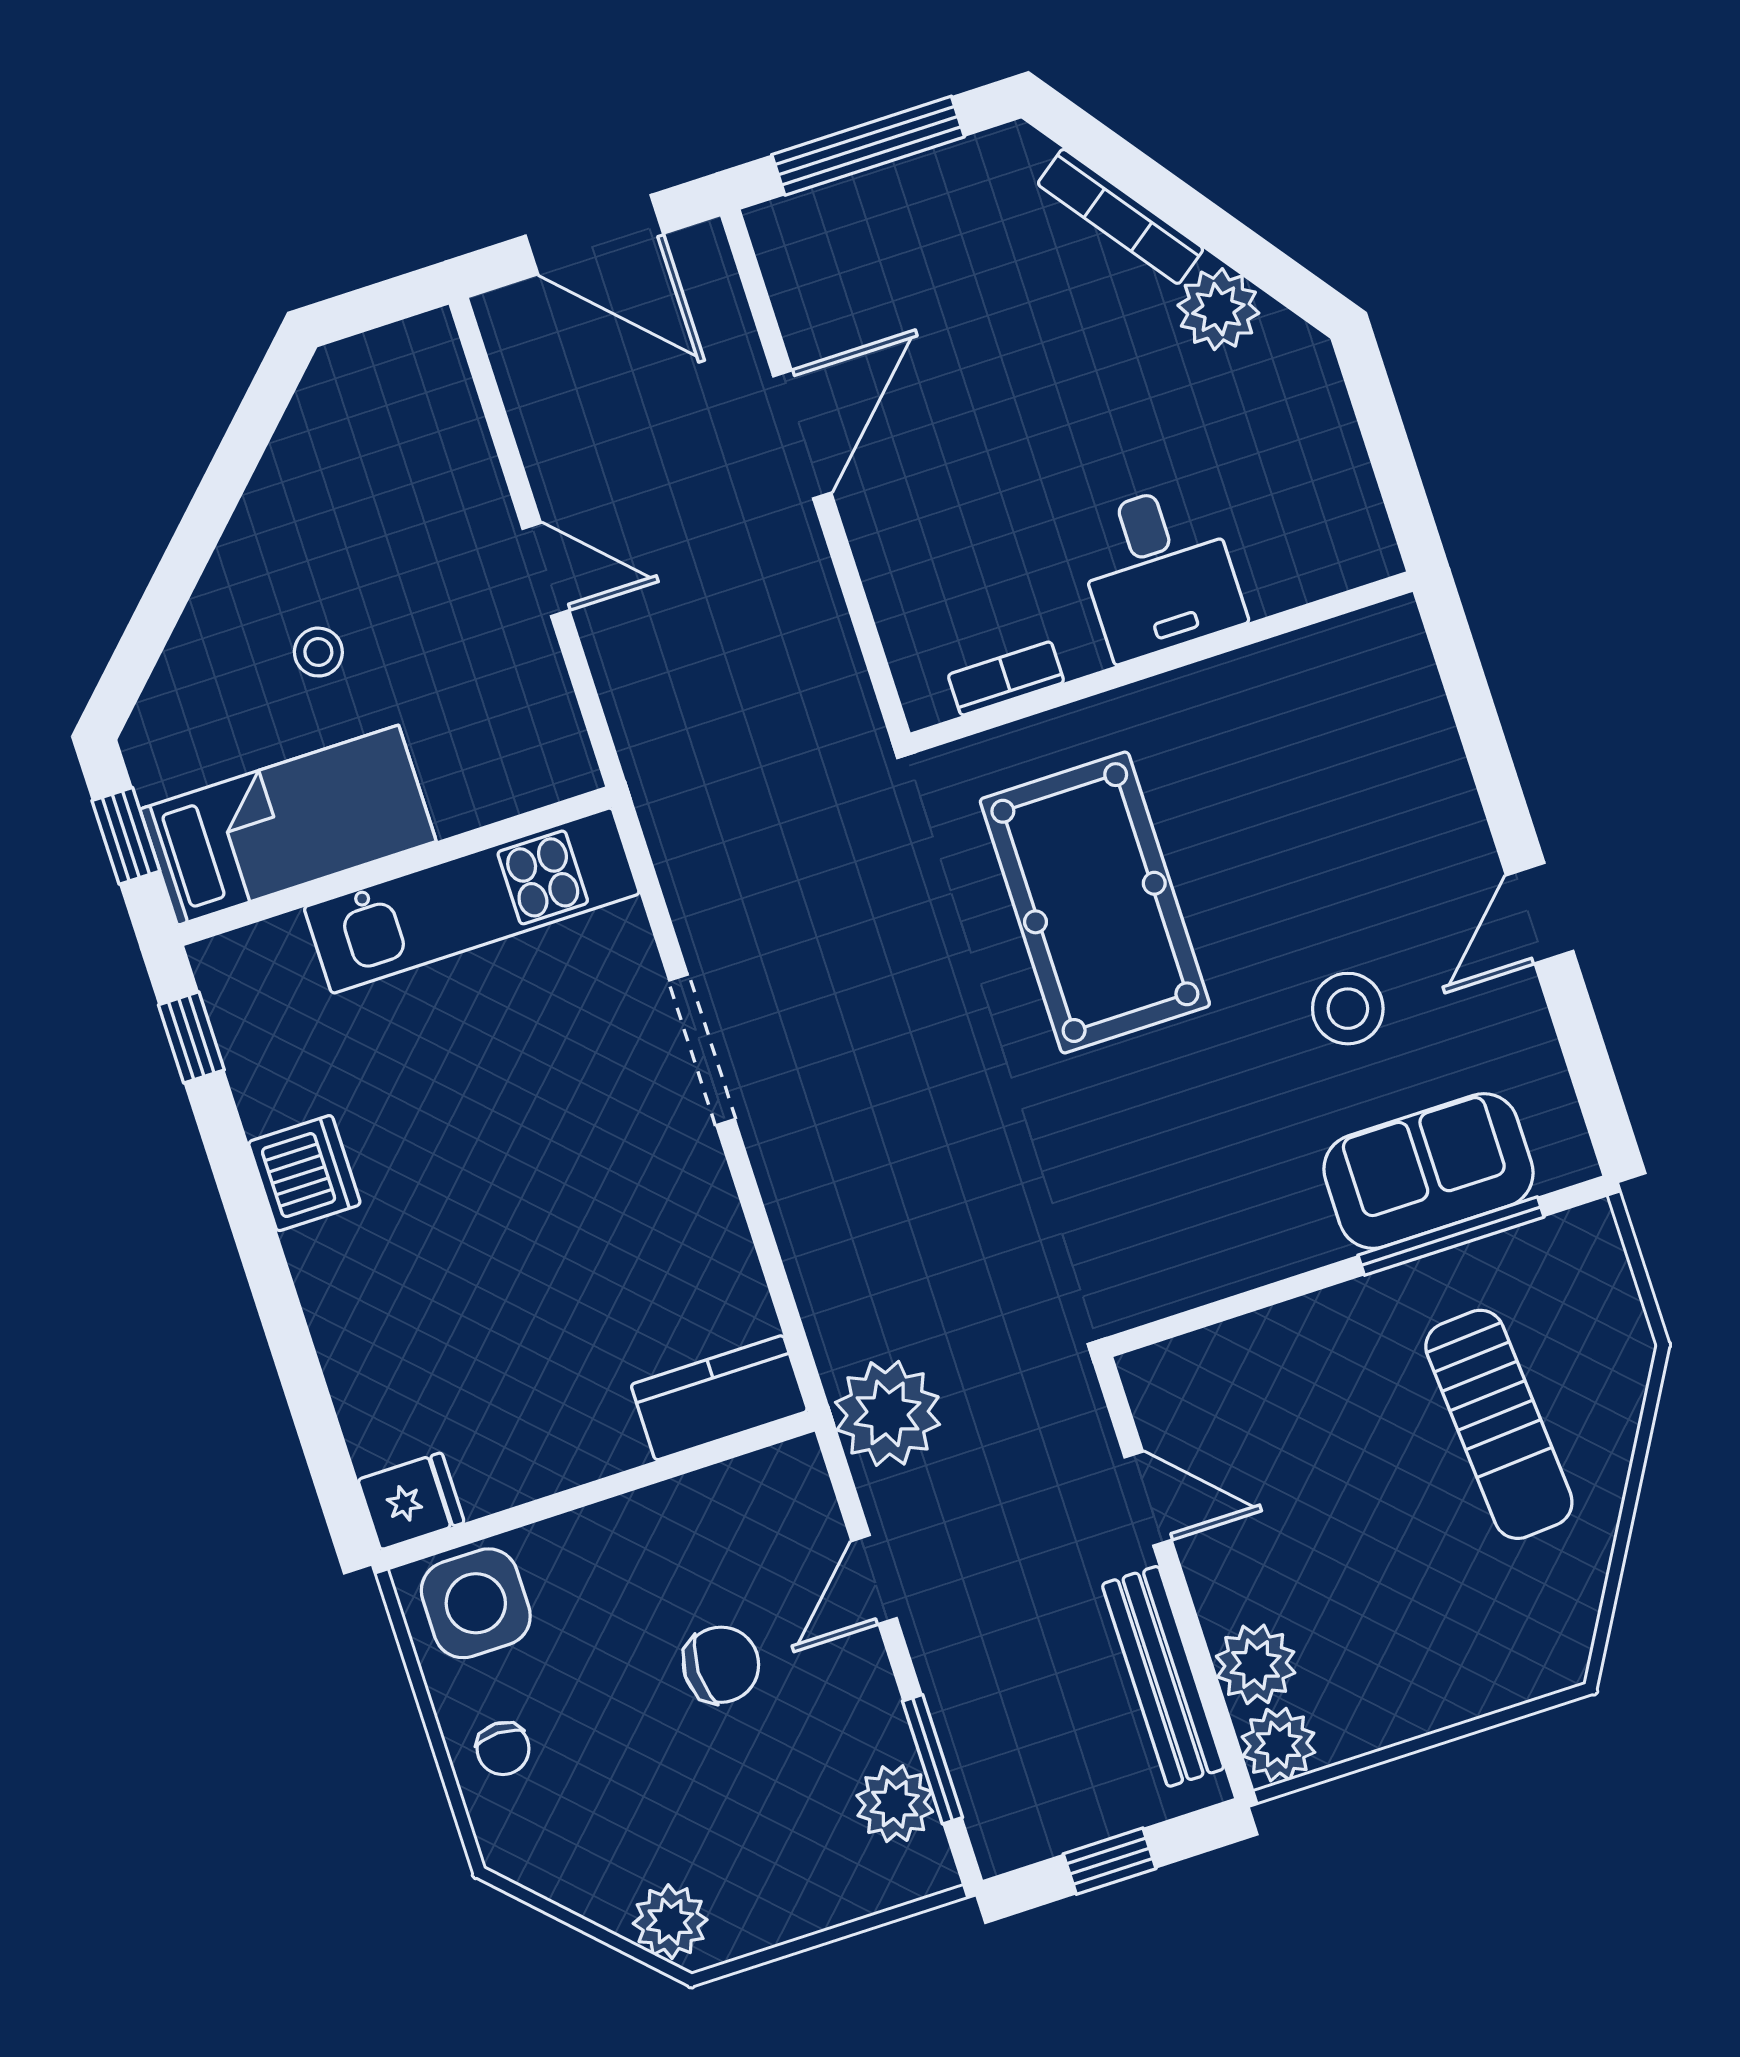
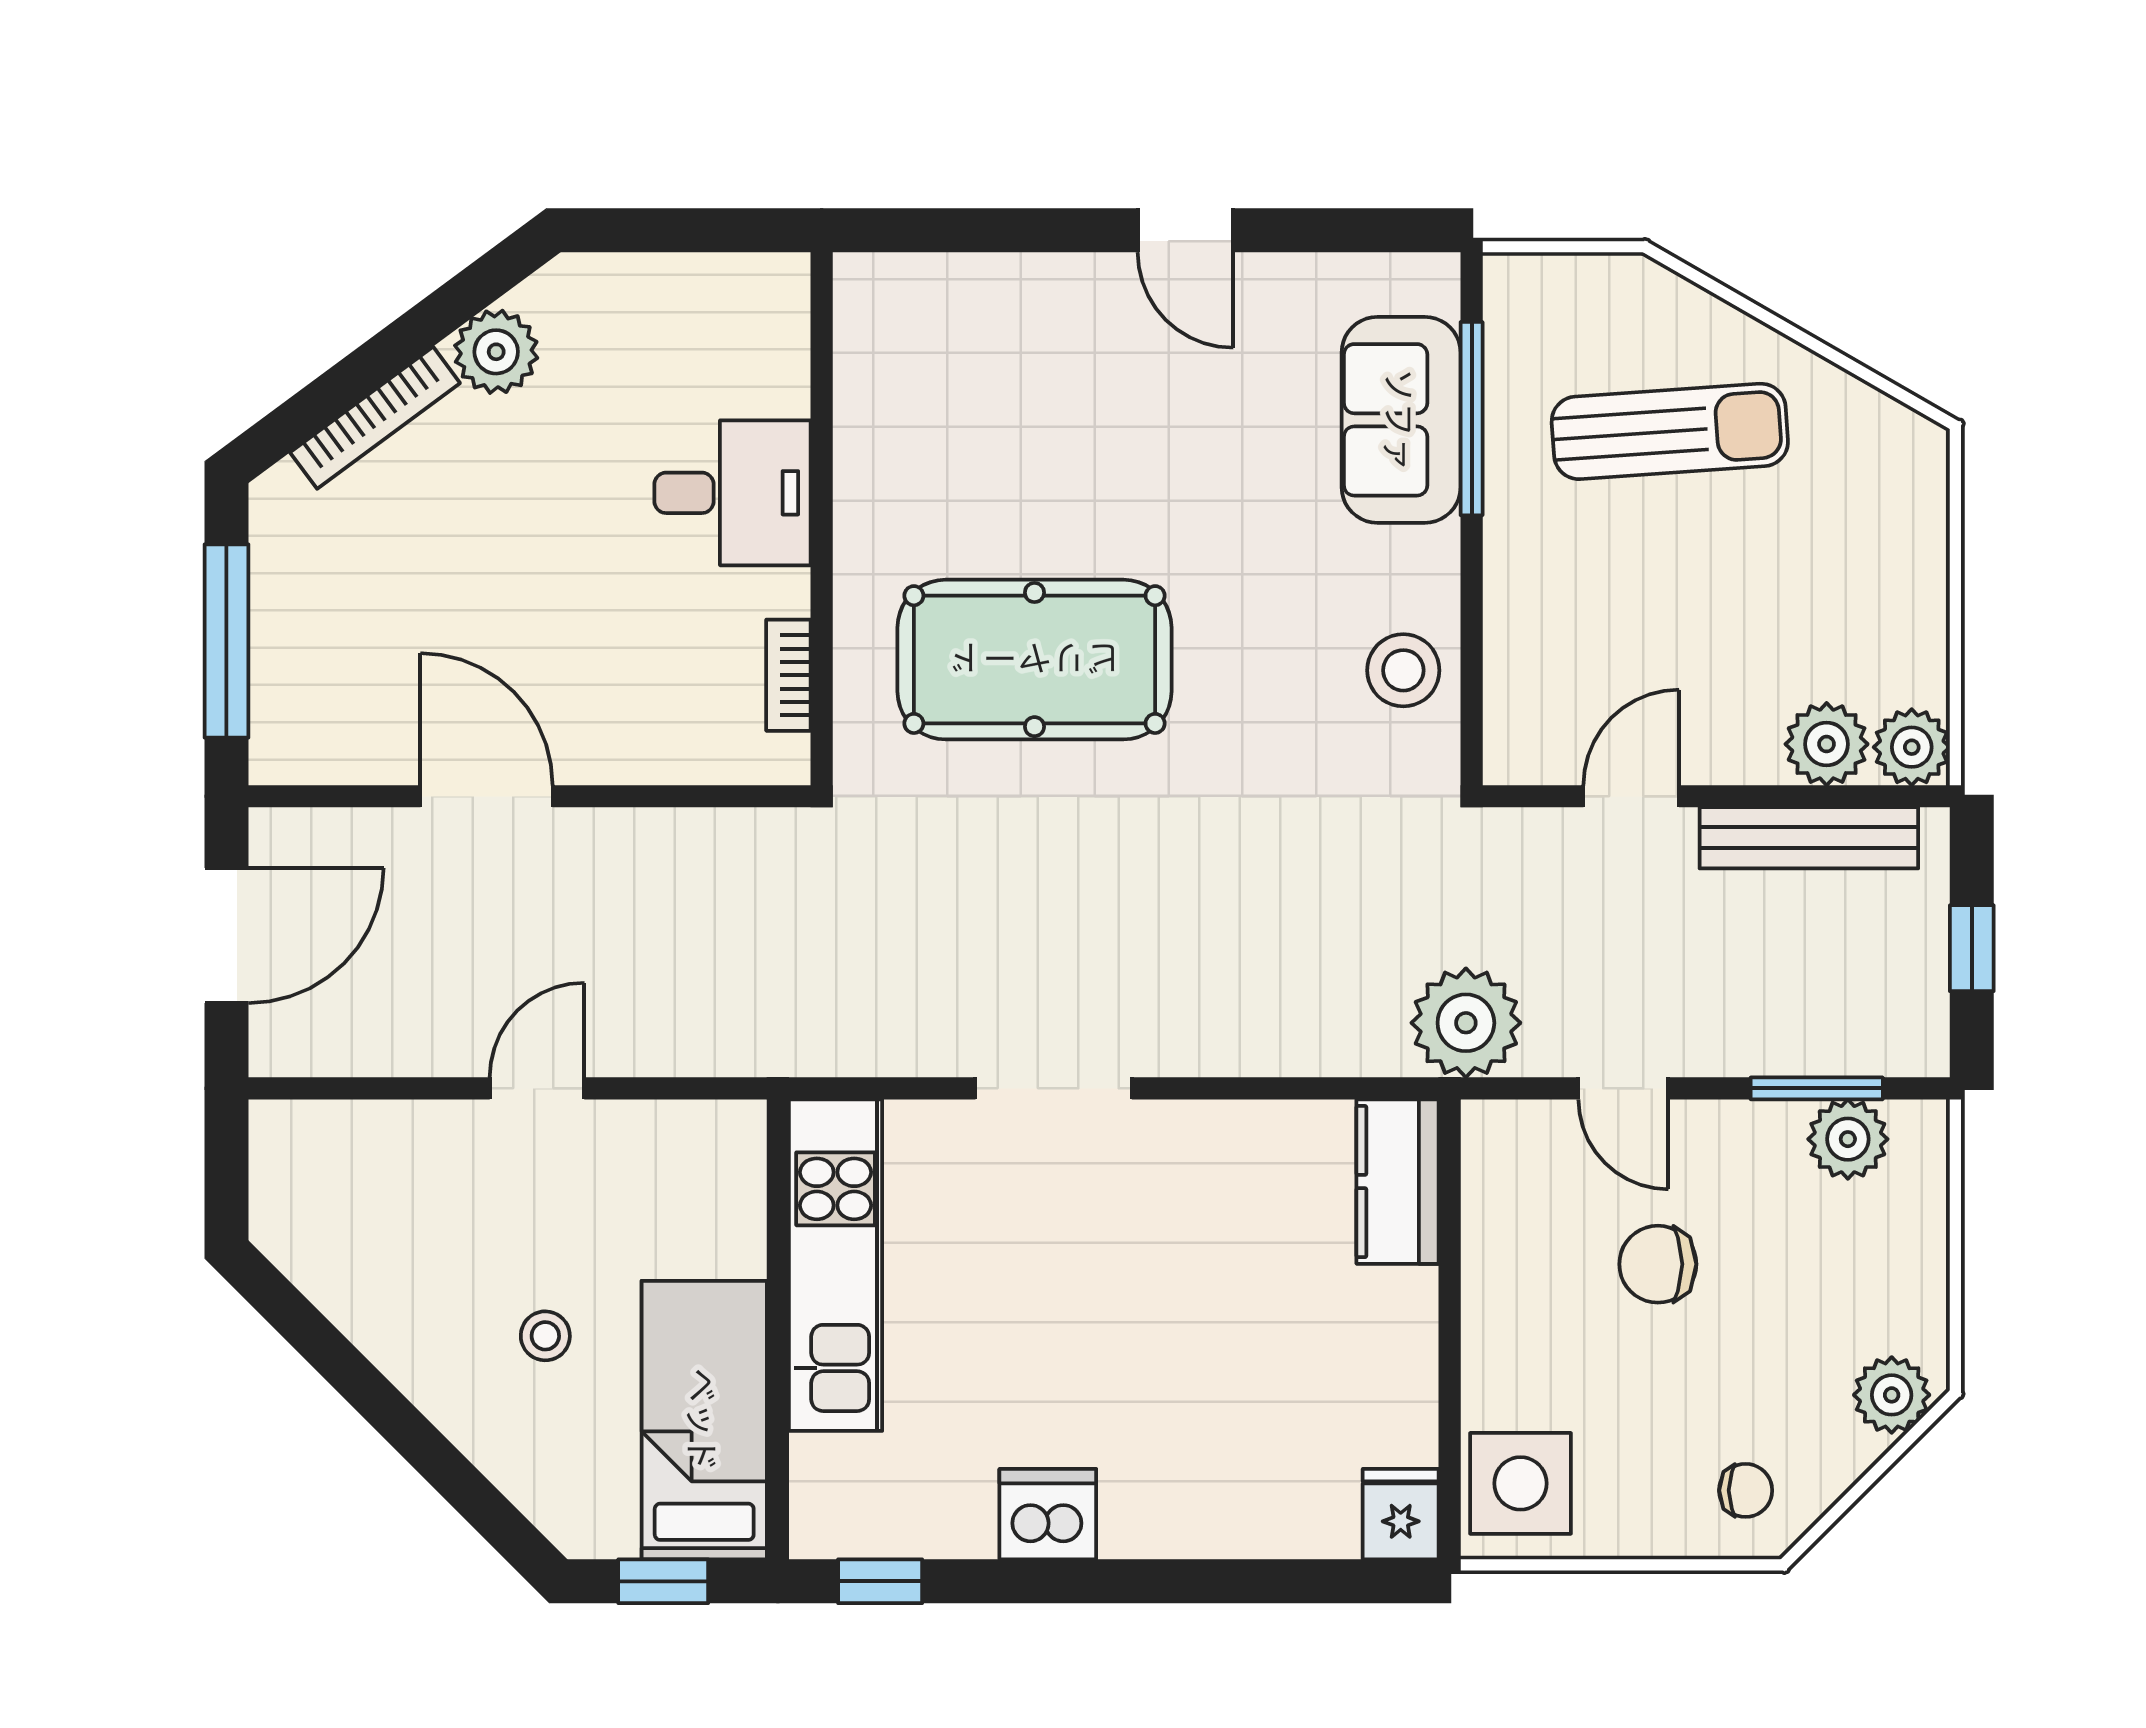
stool: (1348, 1009) -> (1403, 670), moved
chair: (721, 1665) -> (1658, 1264), turned -90
chair: (503, 1749) -> (1746, 1490), moved

